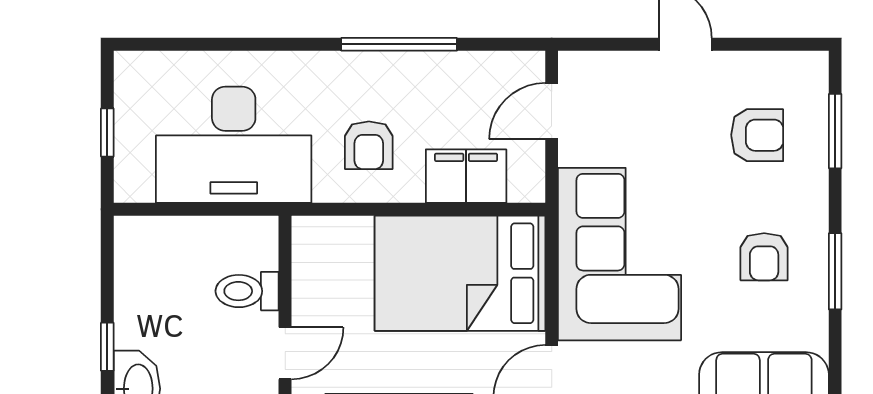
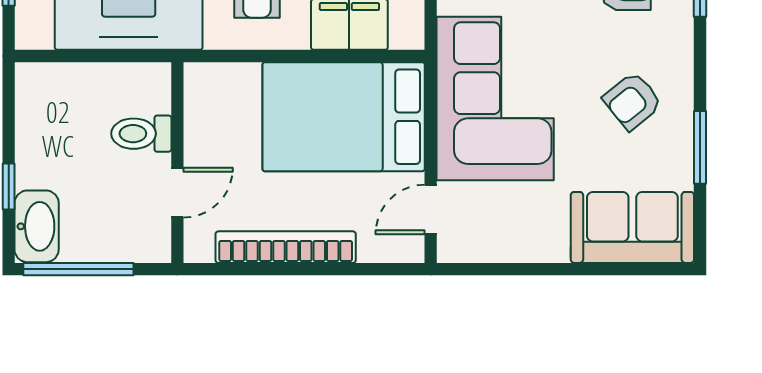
armchair: (764, 257) -> (633, 101), turned 51
window: (835, 271) -> (700, 147), moved

